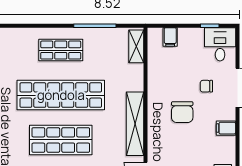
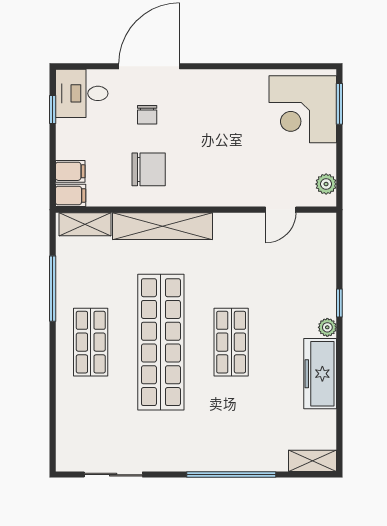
chair: (182, 112) -> (149, 169), moved
shelving: (135, 124) -> (163, 226), moved
filing cabinet: (226, 128) -> (71, 195), moved, turned -90
shop shelf: (61, 140) -> (231, 342), width x0.70, depth x0.74

